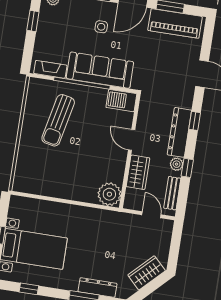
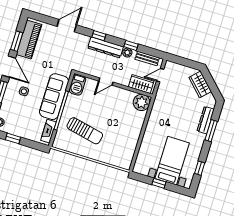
wardrobe: (138, 172) -> (141, 84), moved

